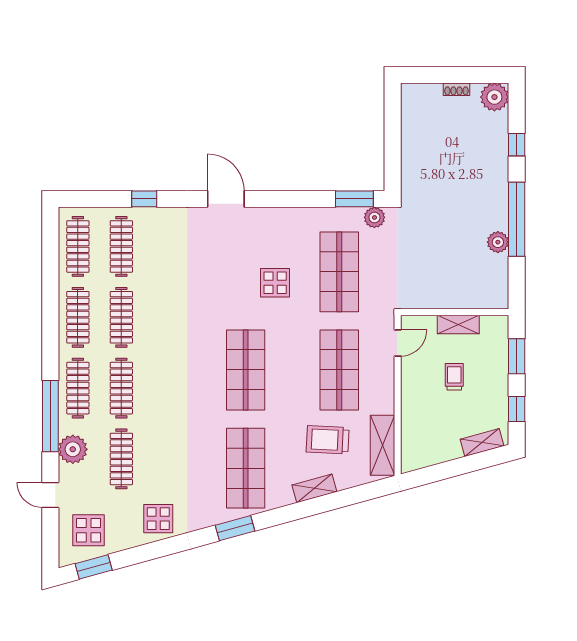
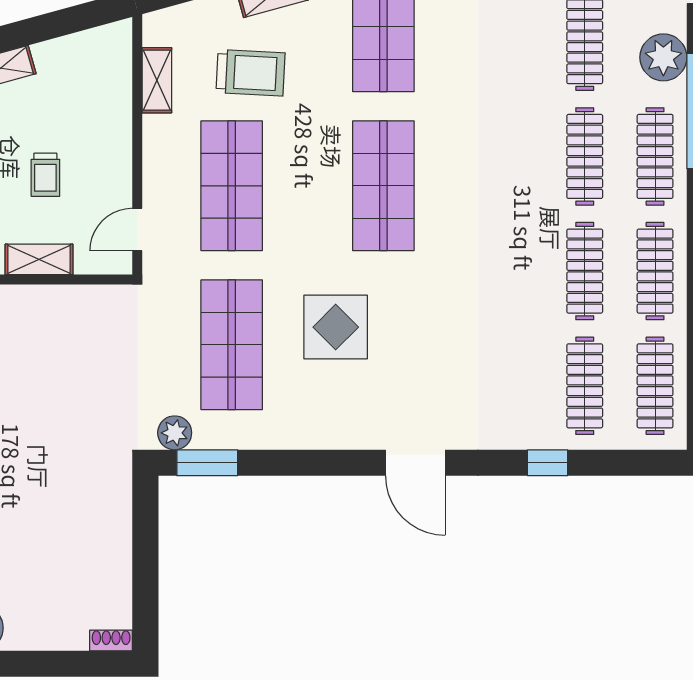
shoe rack: (456, 89) -> (111, 640), moved
display table: (275, 283) -> (336, 327), width x1.36, depth x1.36
shelving: (382, 445) -> (157, 80), width x0.67, depth x0.75

